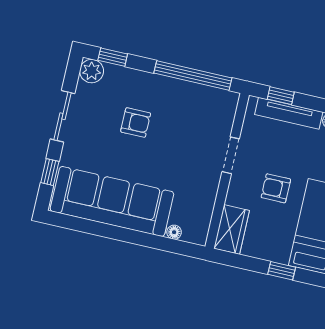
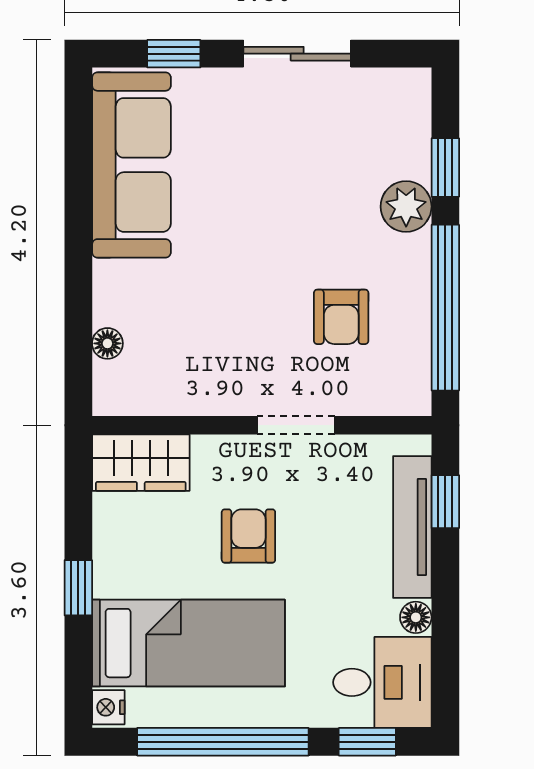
window: (113, 57) -> (445, 168), moved
plant: (92, 71) -> (406, 207), moved
armchair: (136, 123) -> (341, 317), moved
sofa: (112, 201) -> (131, 165), width x0.74, depth x0.79

